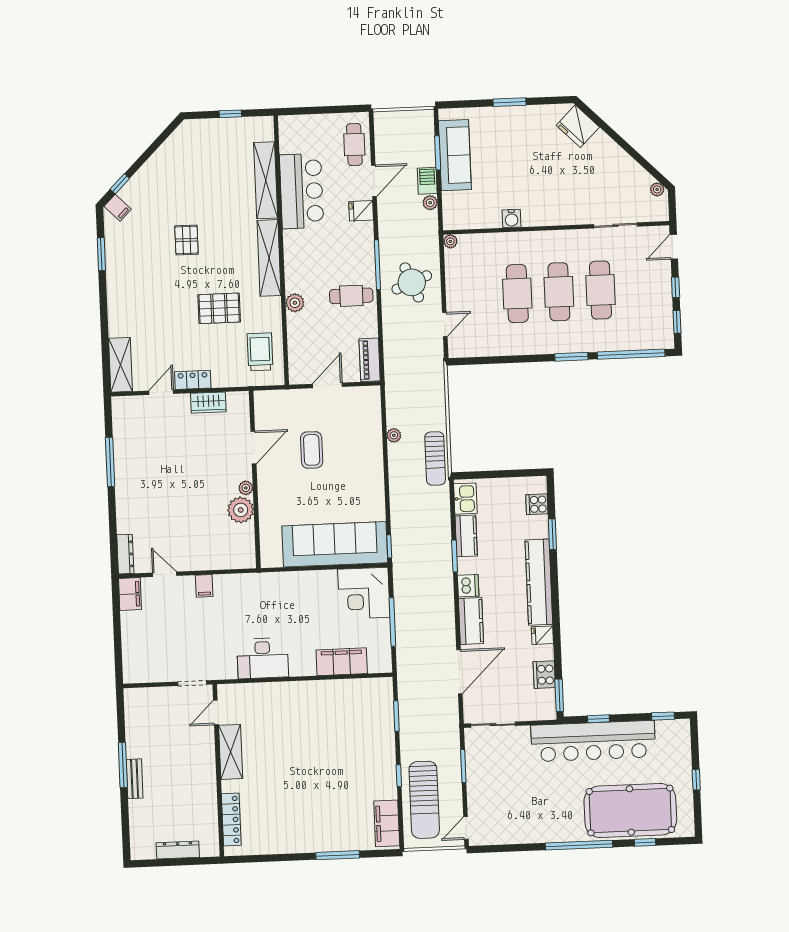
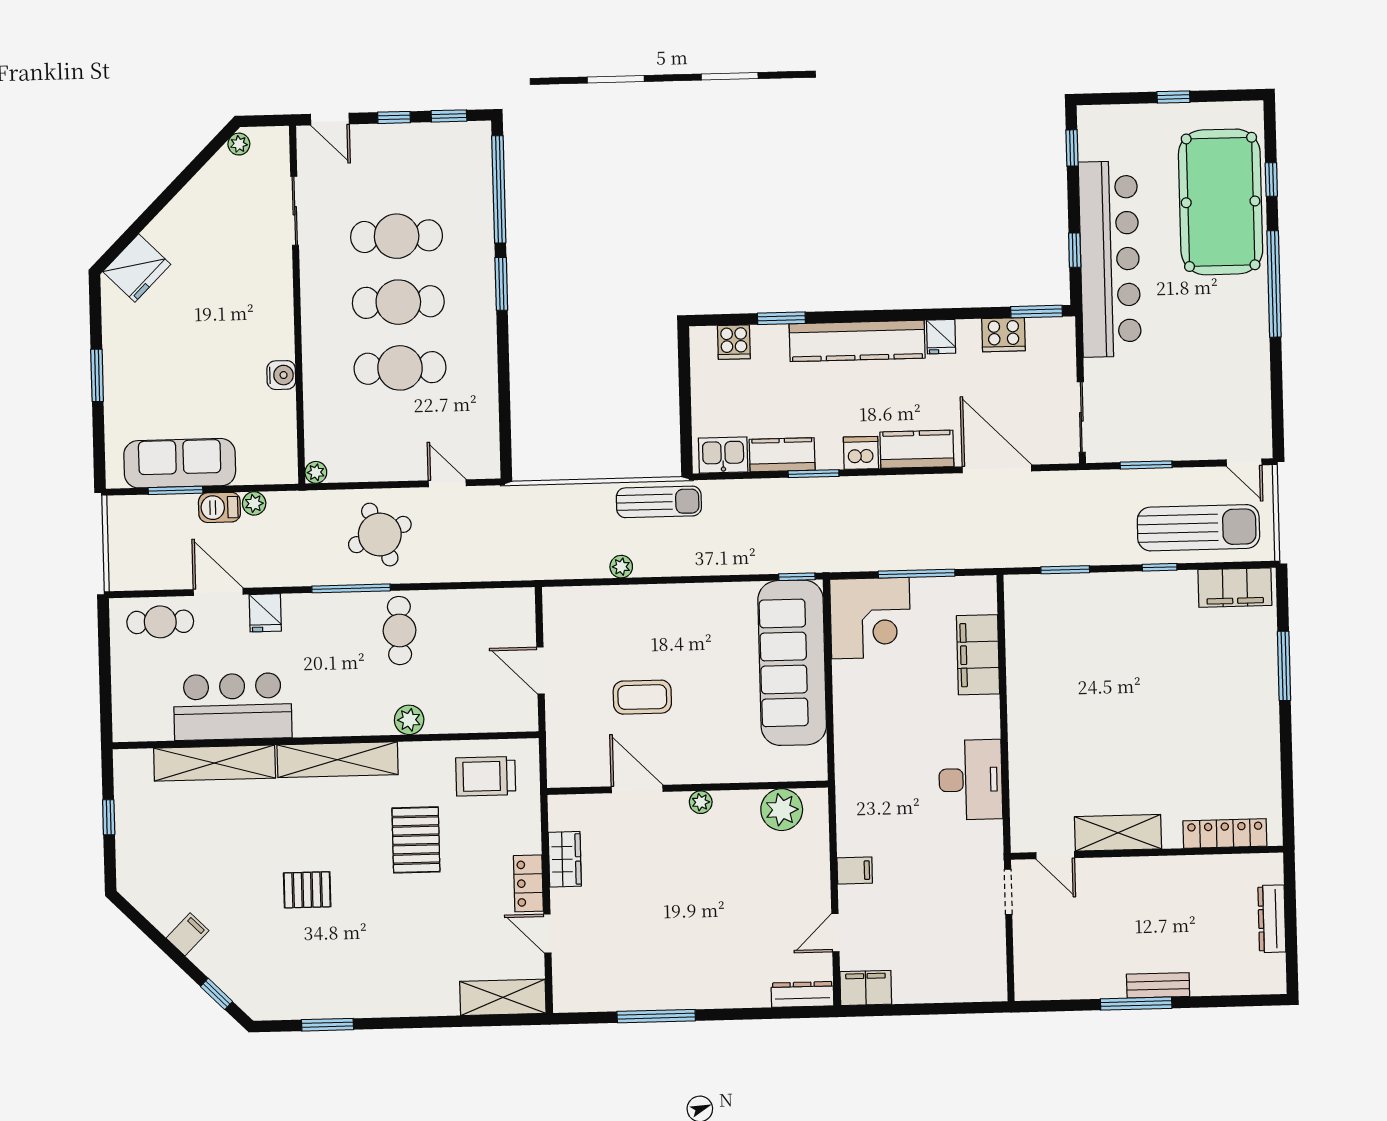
filing cabinet: (118, 208) -> (188, 934), moved
piano: (370, 360) -> (501, 603), removed
plant: (241, 510) -> (782, 810), moved

